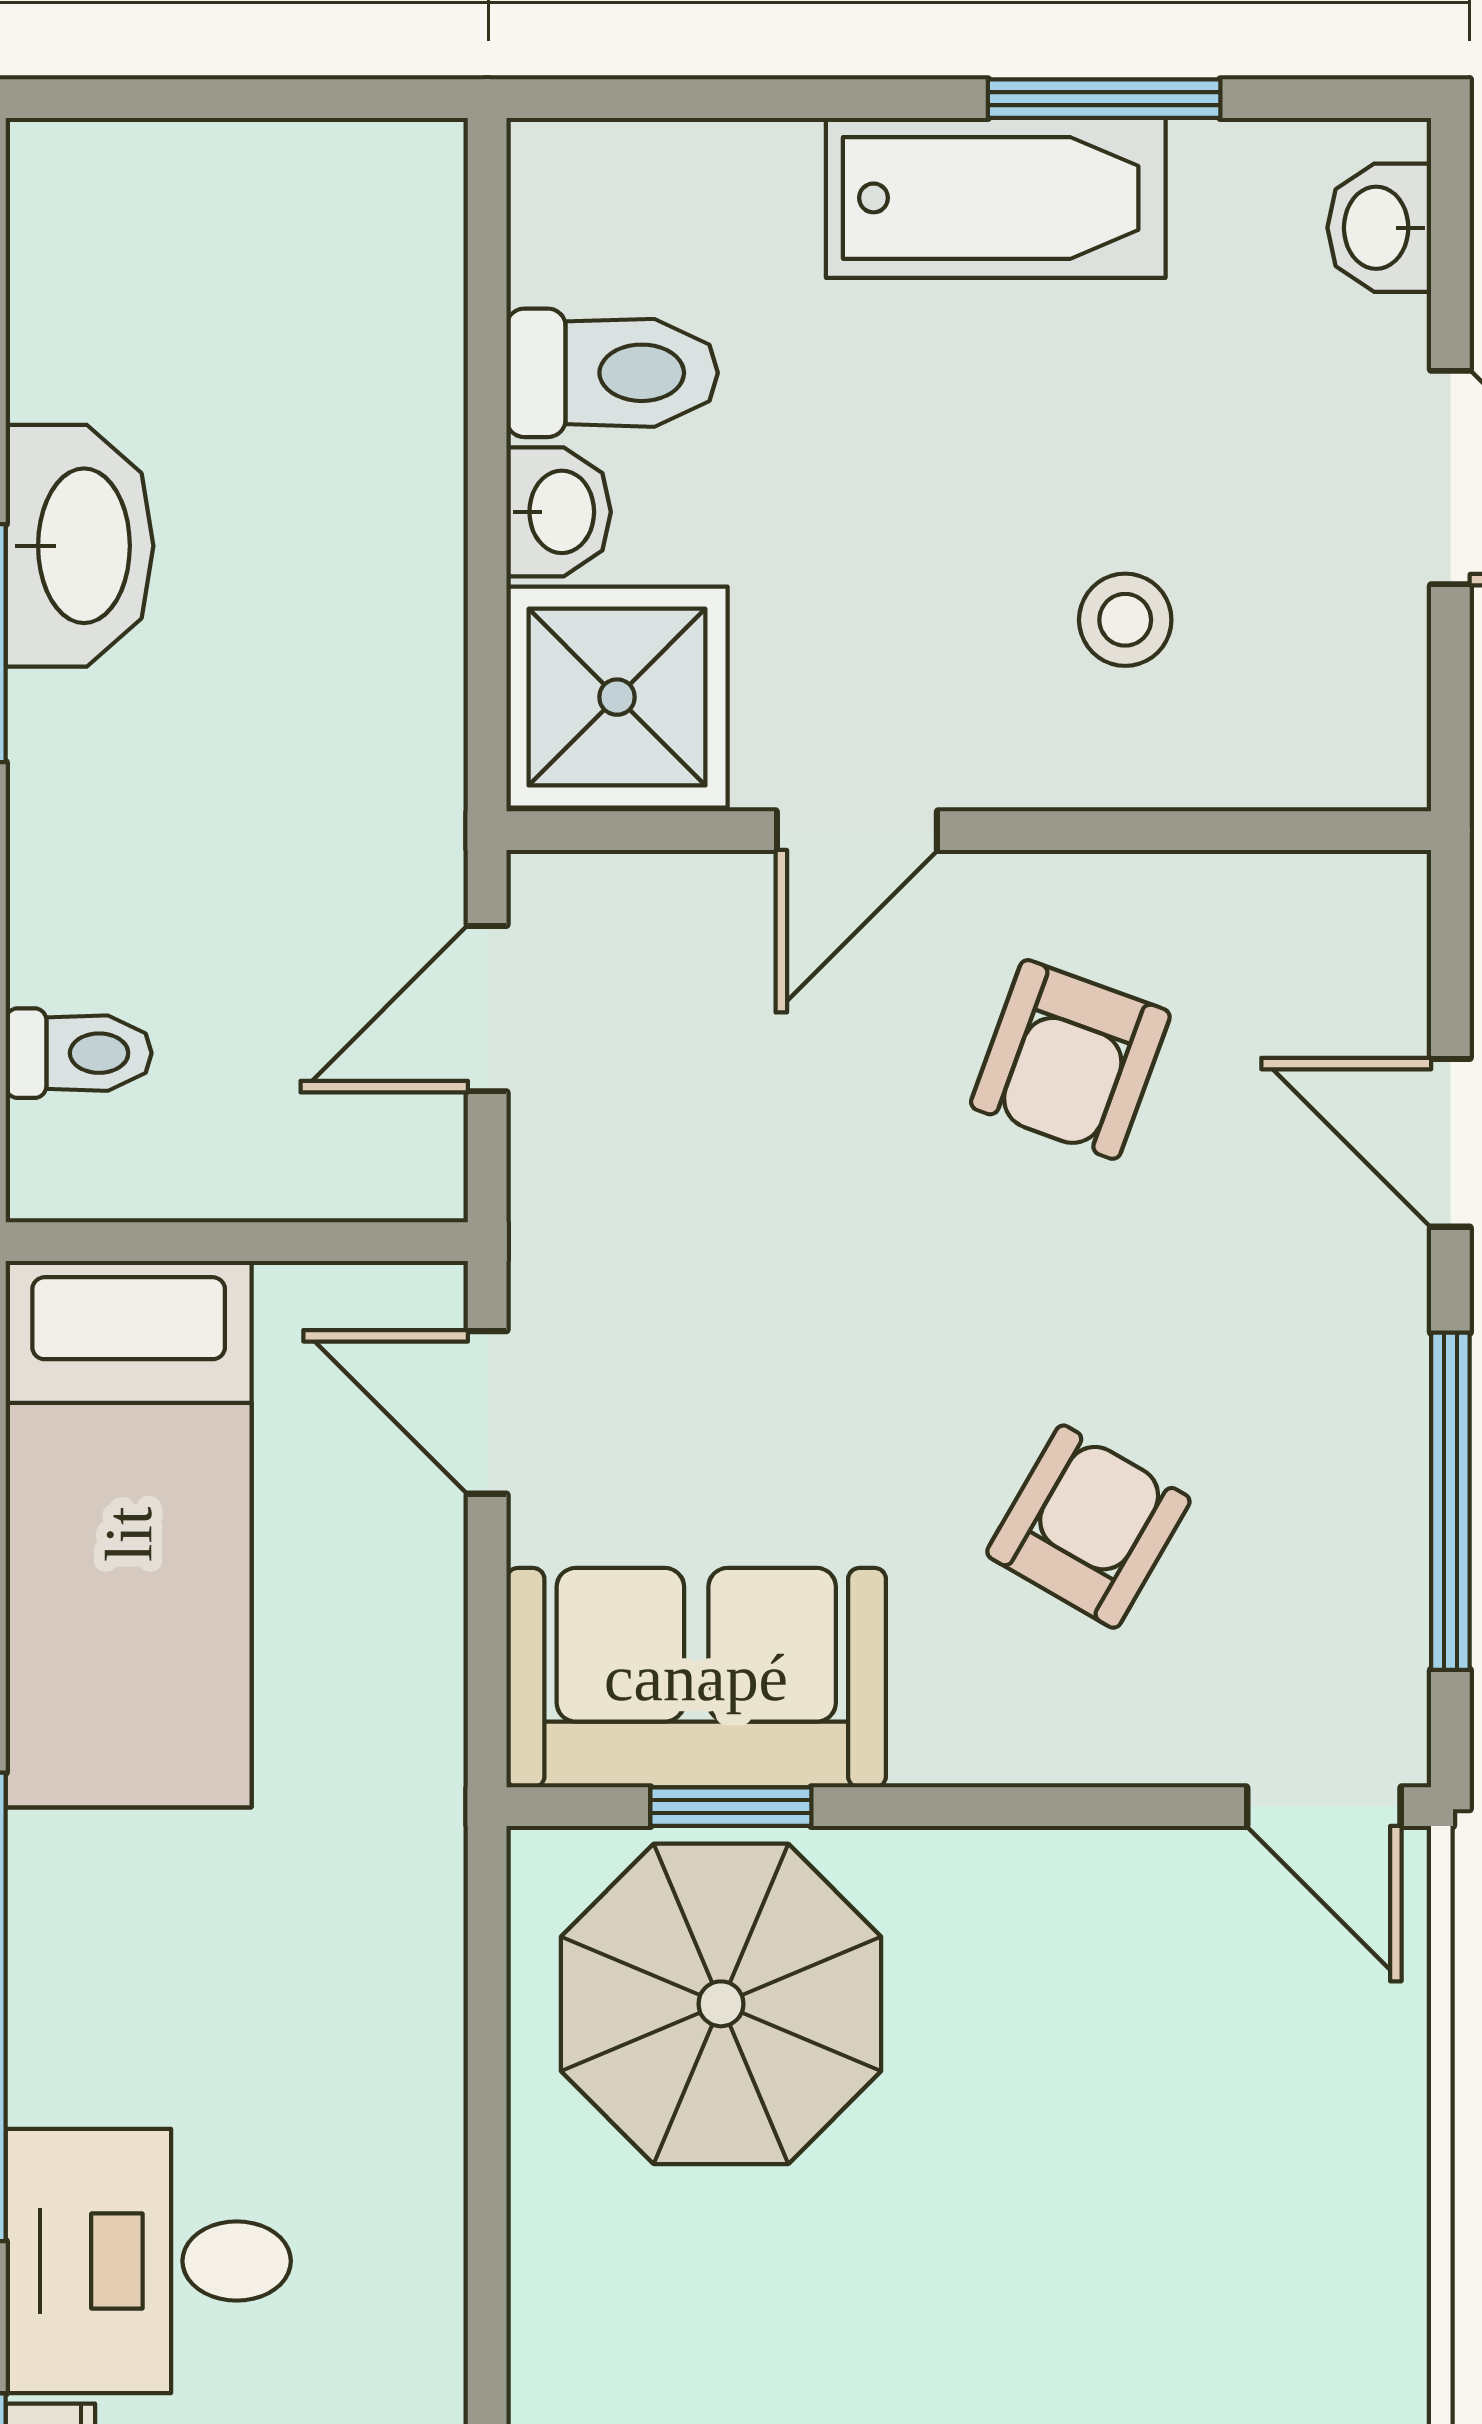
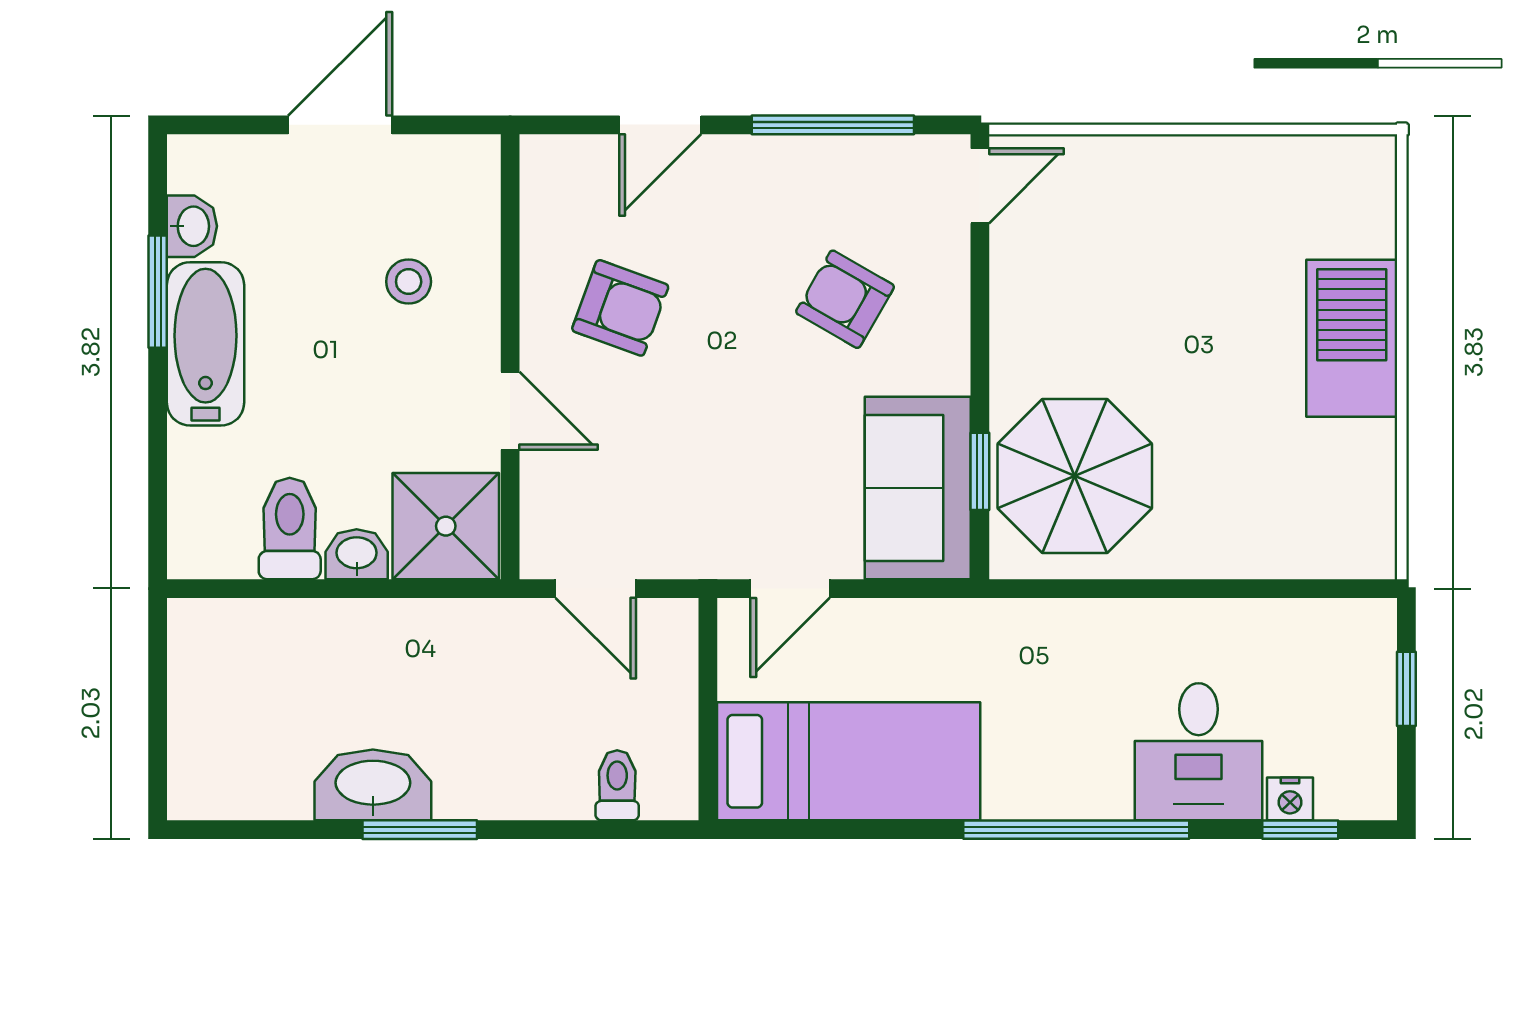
washbasin: (1379, 228) -> (192, 226), moved, turned -90

